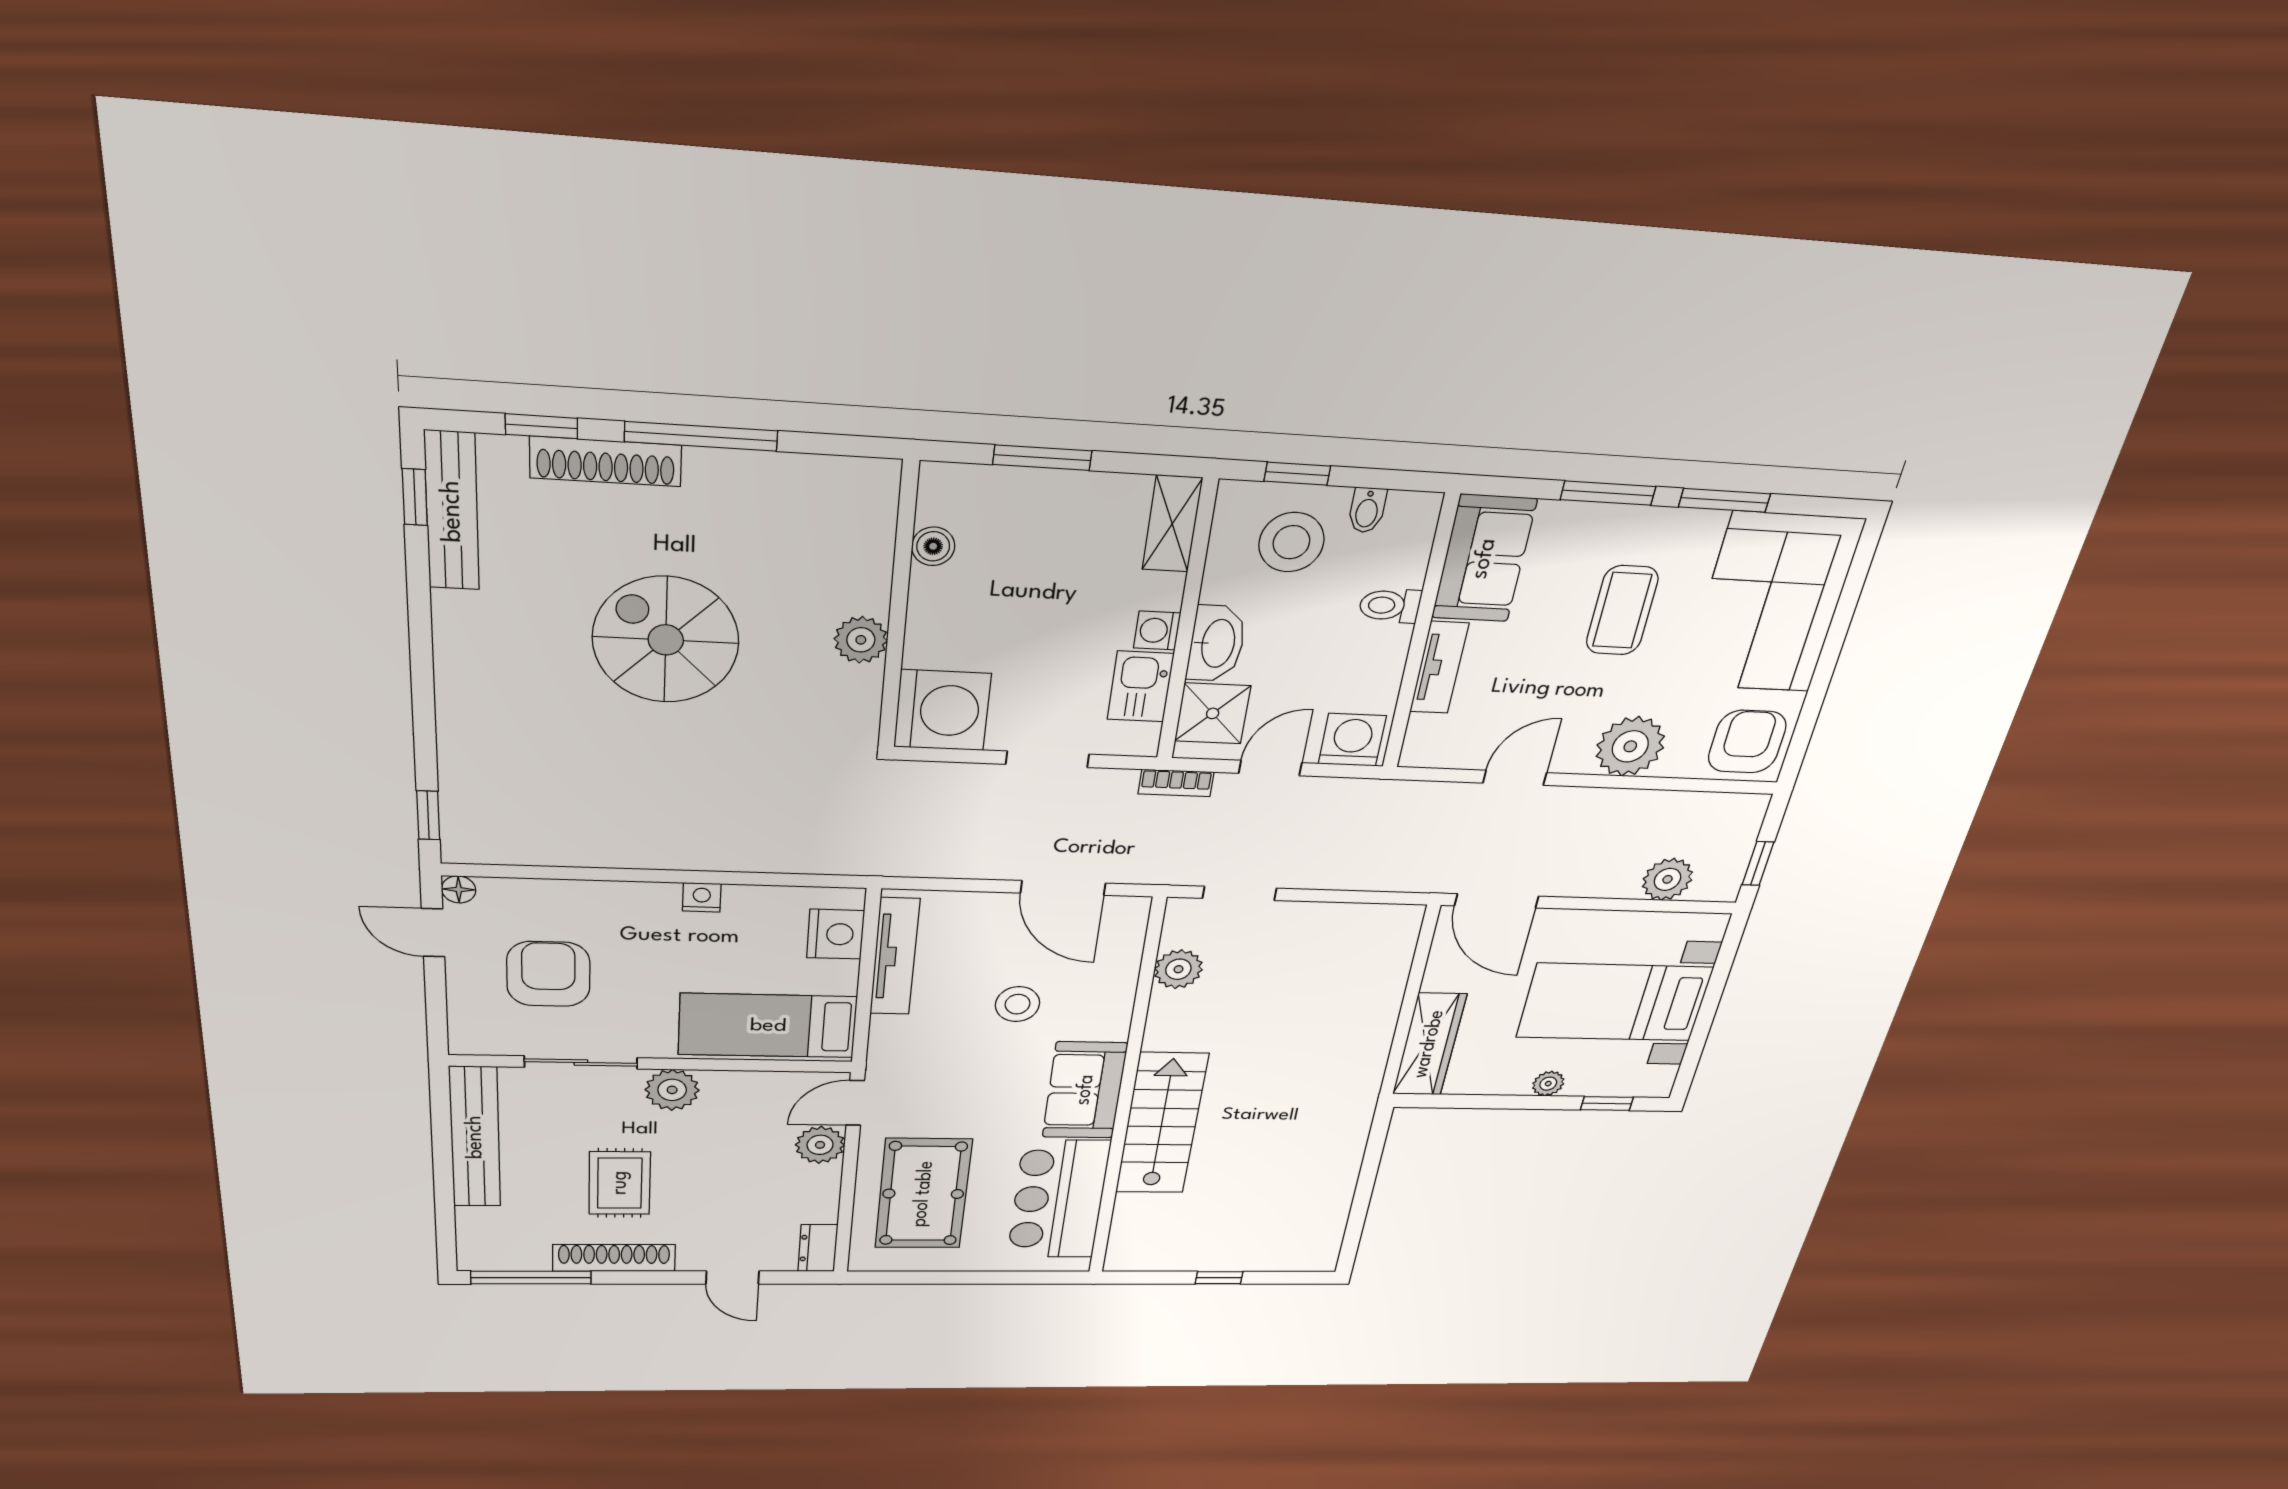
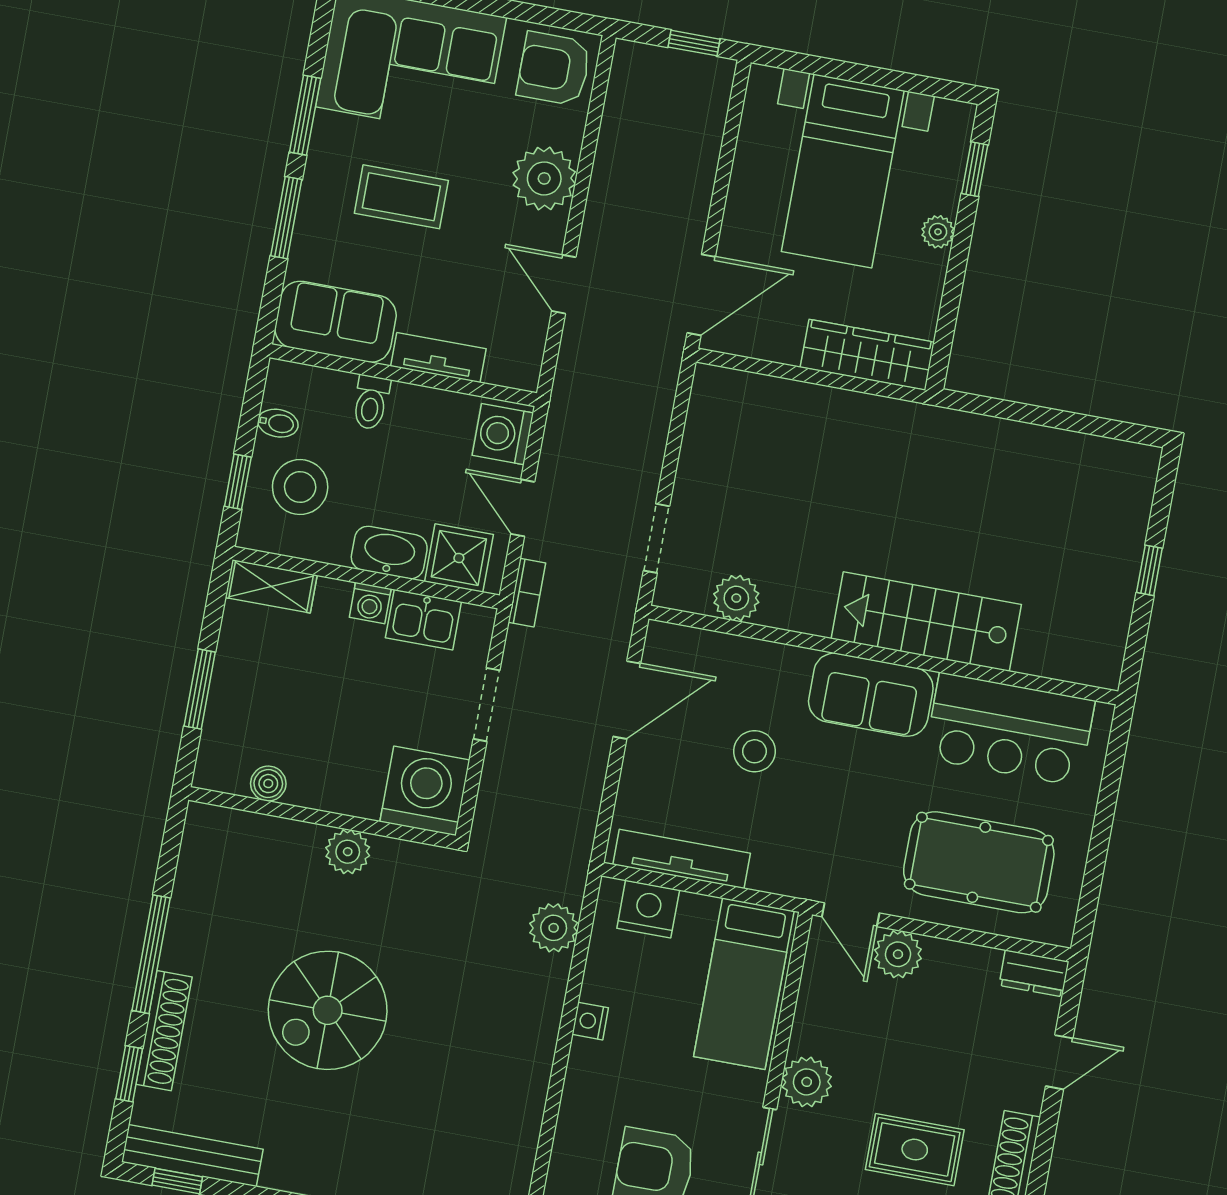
plant: (1667, 879) -> (554, 928), moved

